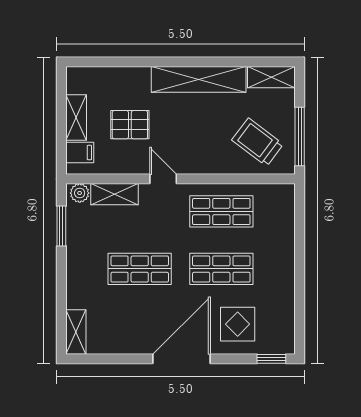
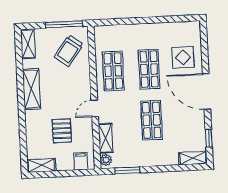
shelving: (199, 79) -> (31, 89), width x0.68
shelving: (76, 117) -> (41, 165), moved
window: (271, 359) -> (209, 138), moved

